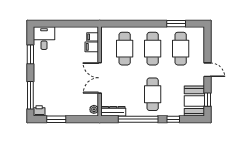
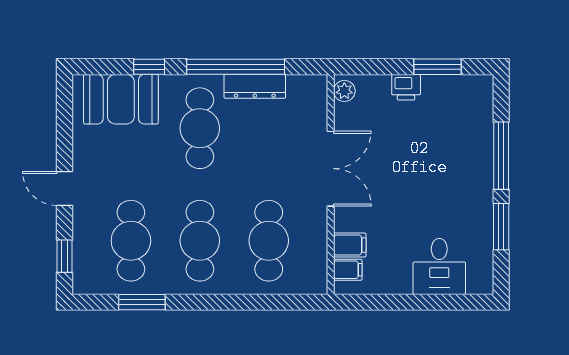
desk: (44, 38) -> (439, 266), moved
window: (30, 95) -> (501, 156), moved
window: (208, 100) -> (64, 256), moved
booth: (194, 101) -> (121, 99), moved, turned 90
printer: (39, 111) -> (406, 87), moved
dresser: (113, 111) -> (255, 86), moved

